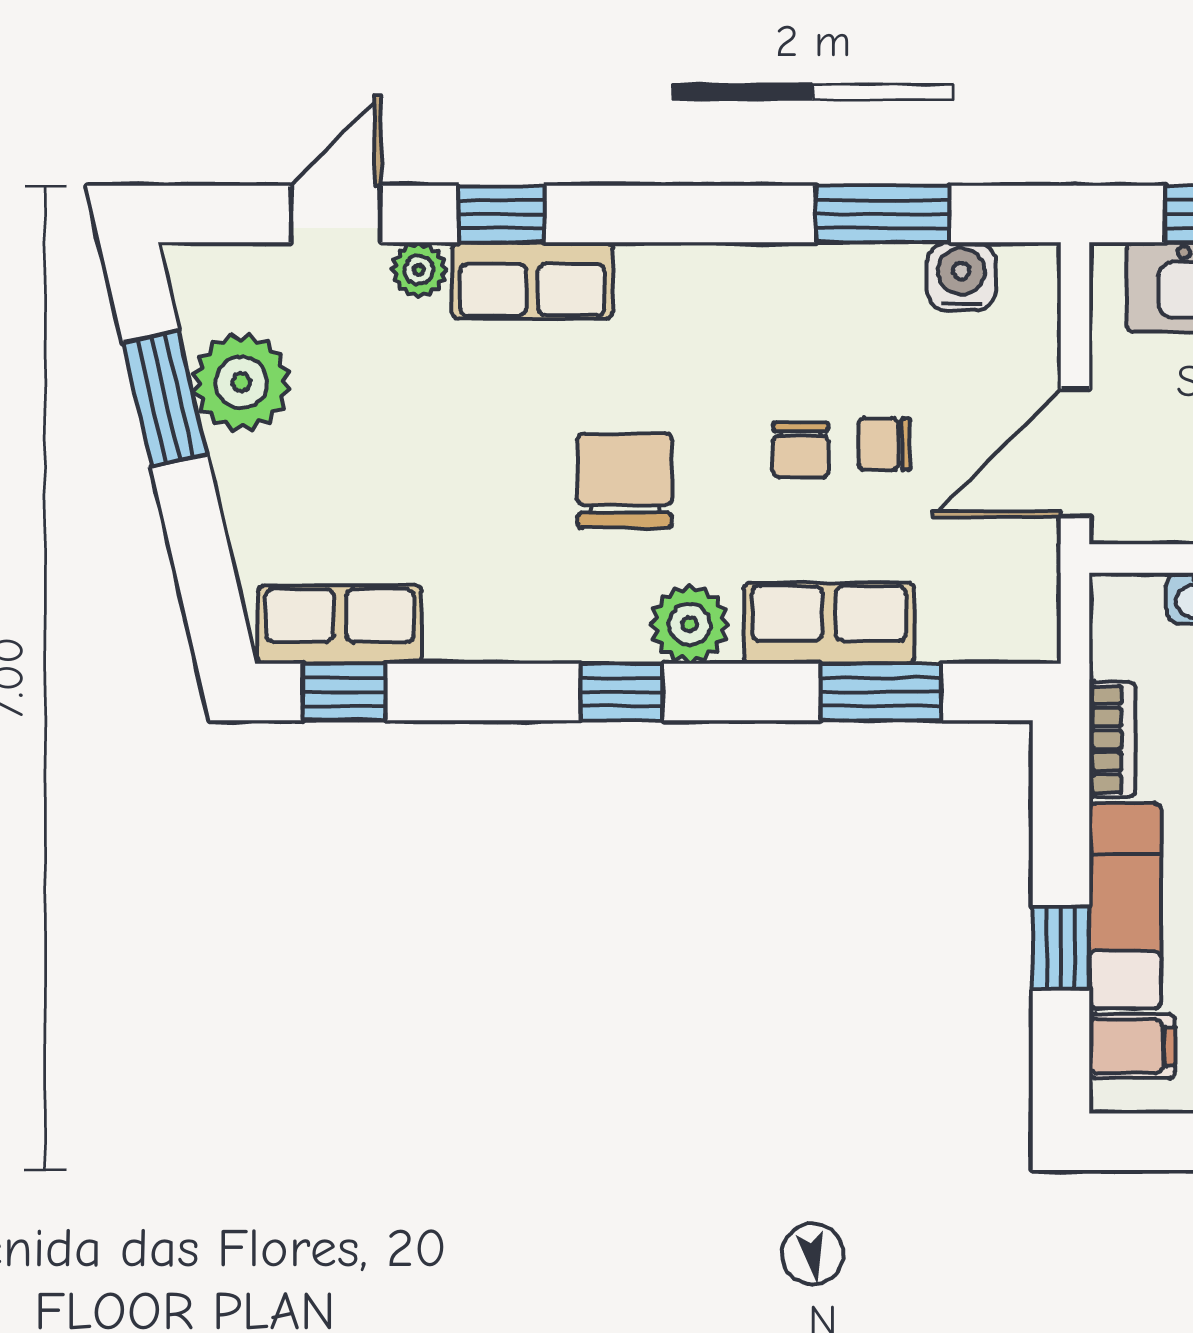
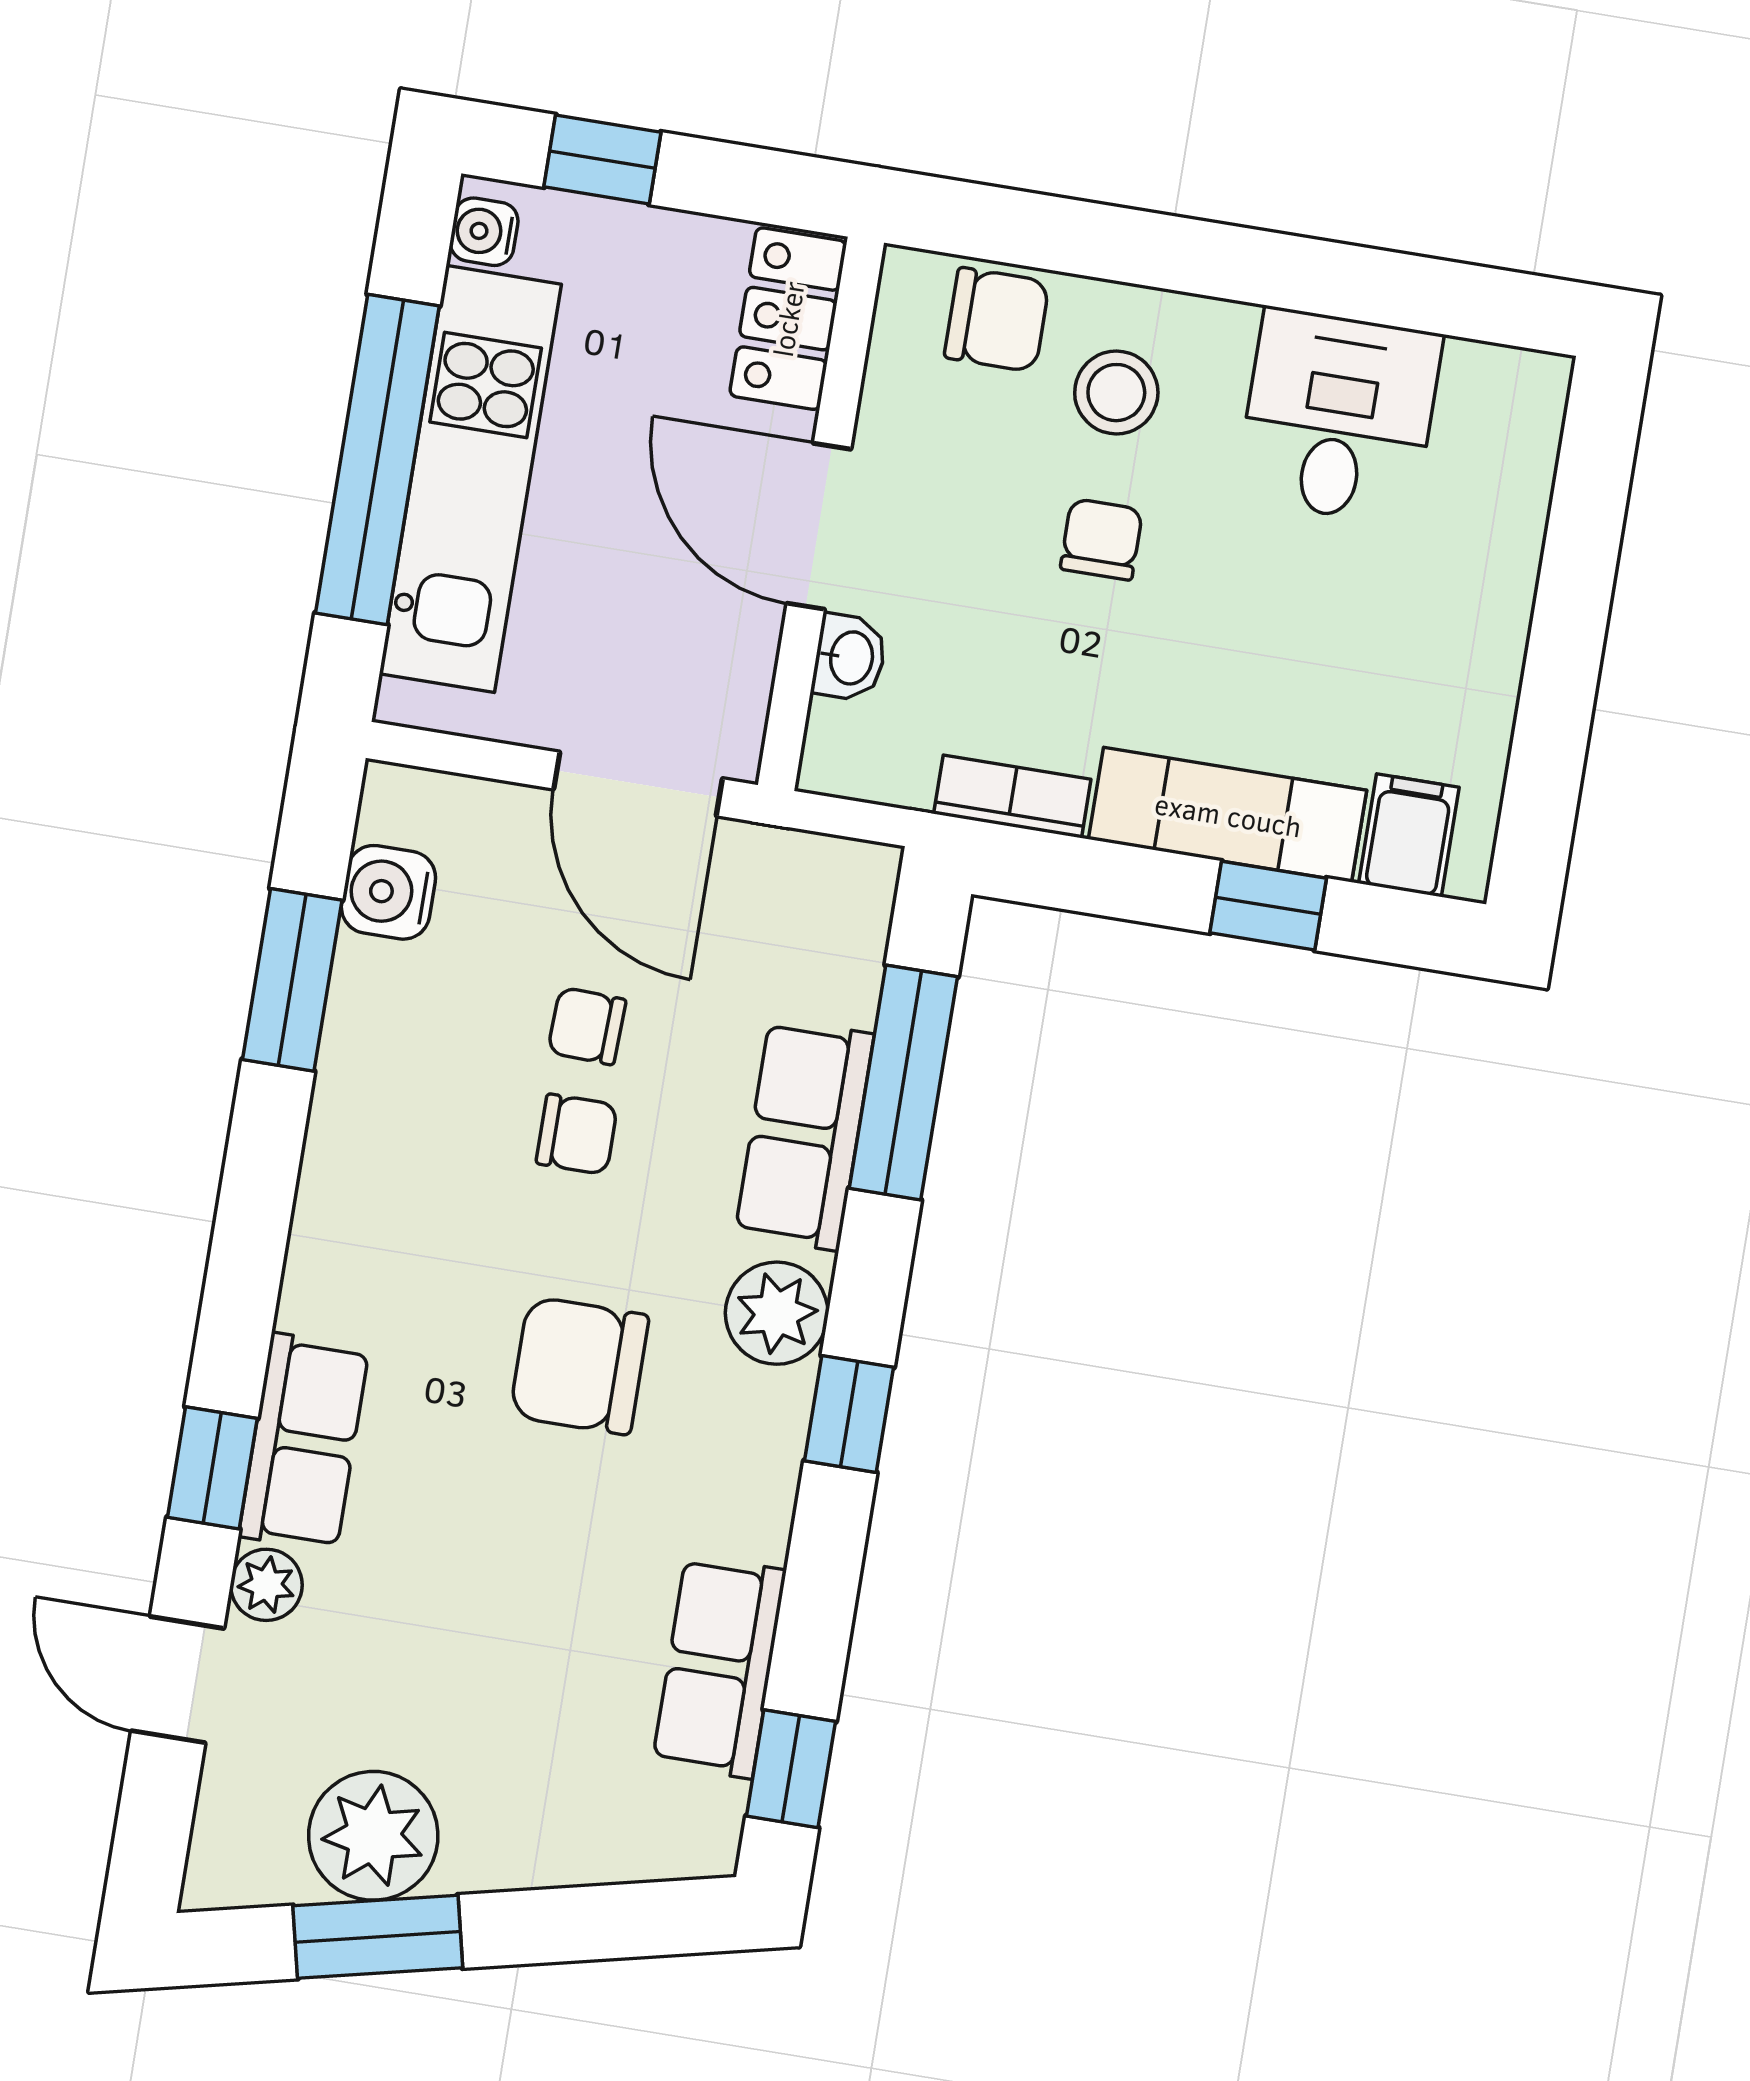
chair: (884, 444) -> (587, 1026), turned 92
row of seats: (340, 625) -> (719, 1667), moved
window: (881, 692) -> (903, 1083), width x1.44

